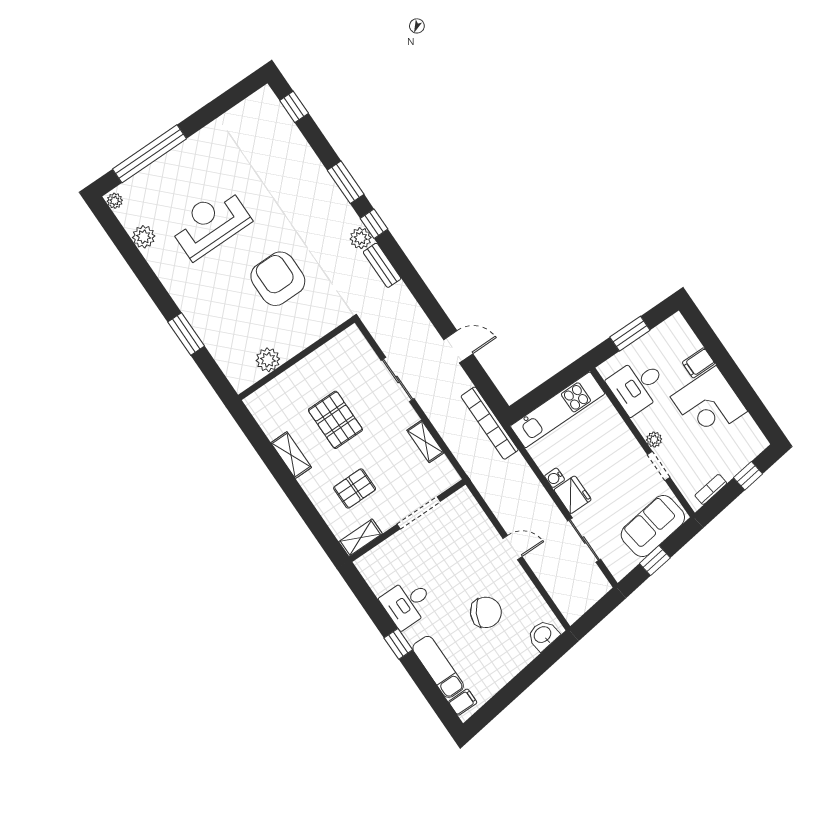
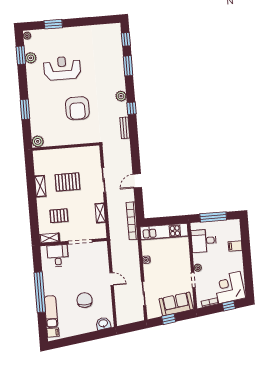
window: (149, 154) -> (53, 24), width x0.47
window: (346, 182) -> (128, 66), moved
plant: (361, 238) -> (121, 96), moved
window: (123, 242) -> (21, 55), added
armchair: (278, 279) -> (77, 108), turned 180
window: (630, 334) -> (213, 217), width x1.44
door: (458, 347) -> (137, 181), swing flipped
plant: (268, 360) -> (38, 141), moved
corner desk: (709, 404) -> (229, 287), moved, turned 82
pallet: (335, 420) -> (67, 182), turned 90
fridge: (573, 495) -> (150, 271), removed
desk: (407, 603) -> (58, 256), moved, turned 90
chair: (486, 612) -> (85, 300), turned -118
window: (398, 644) -> (40, 292), width x3.17

